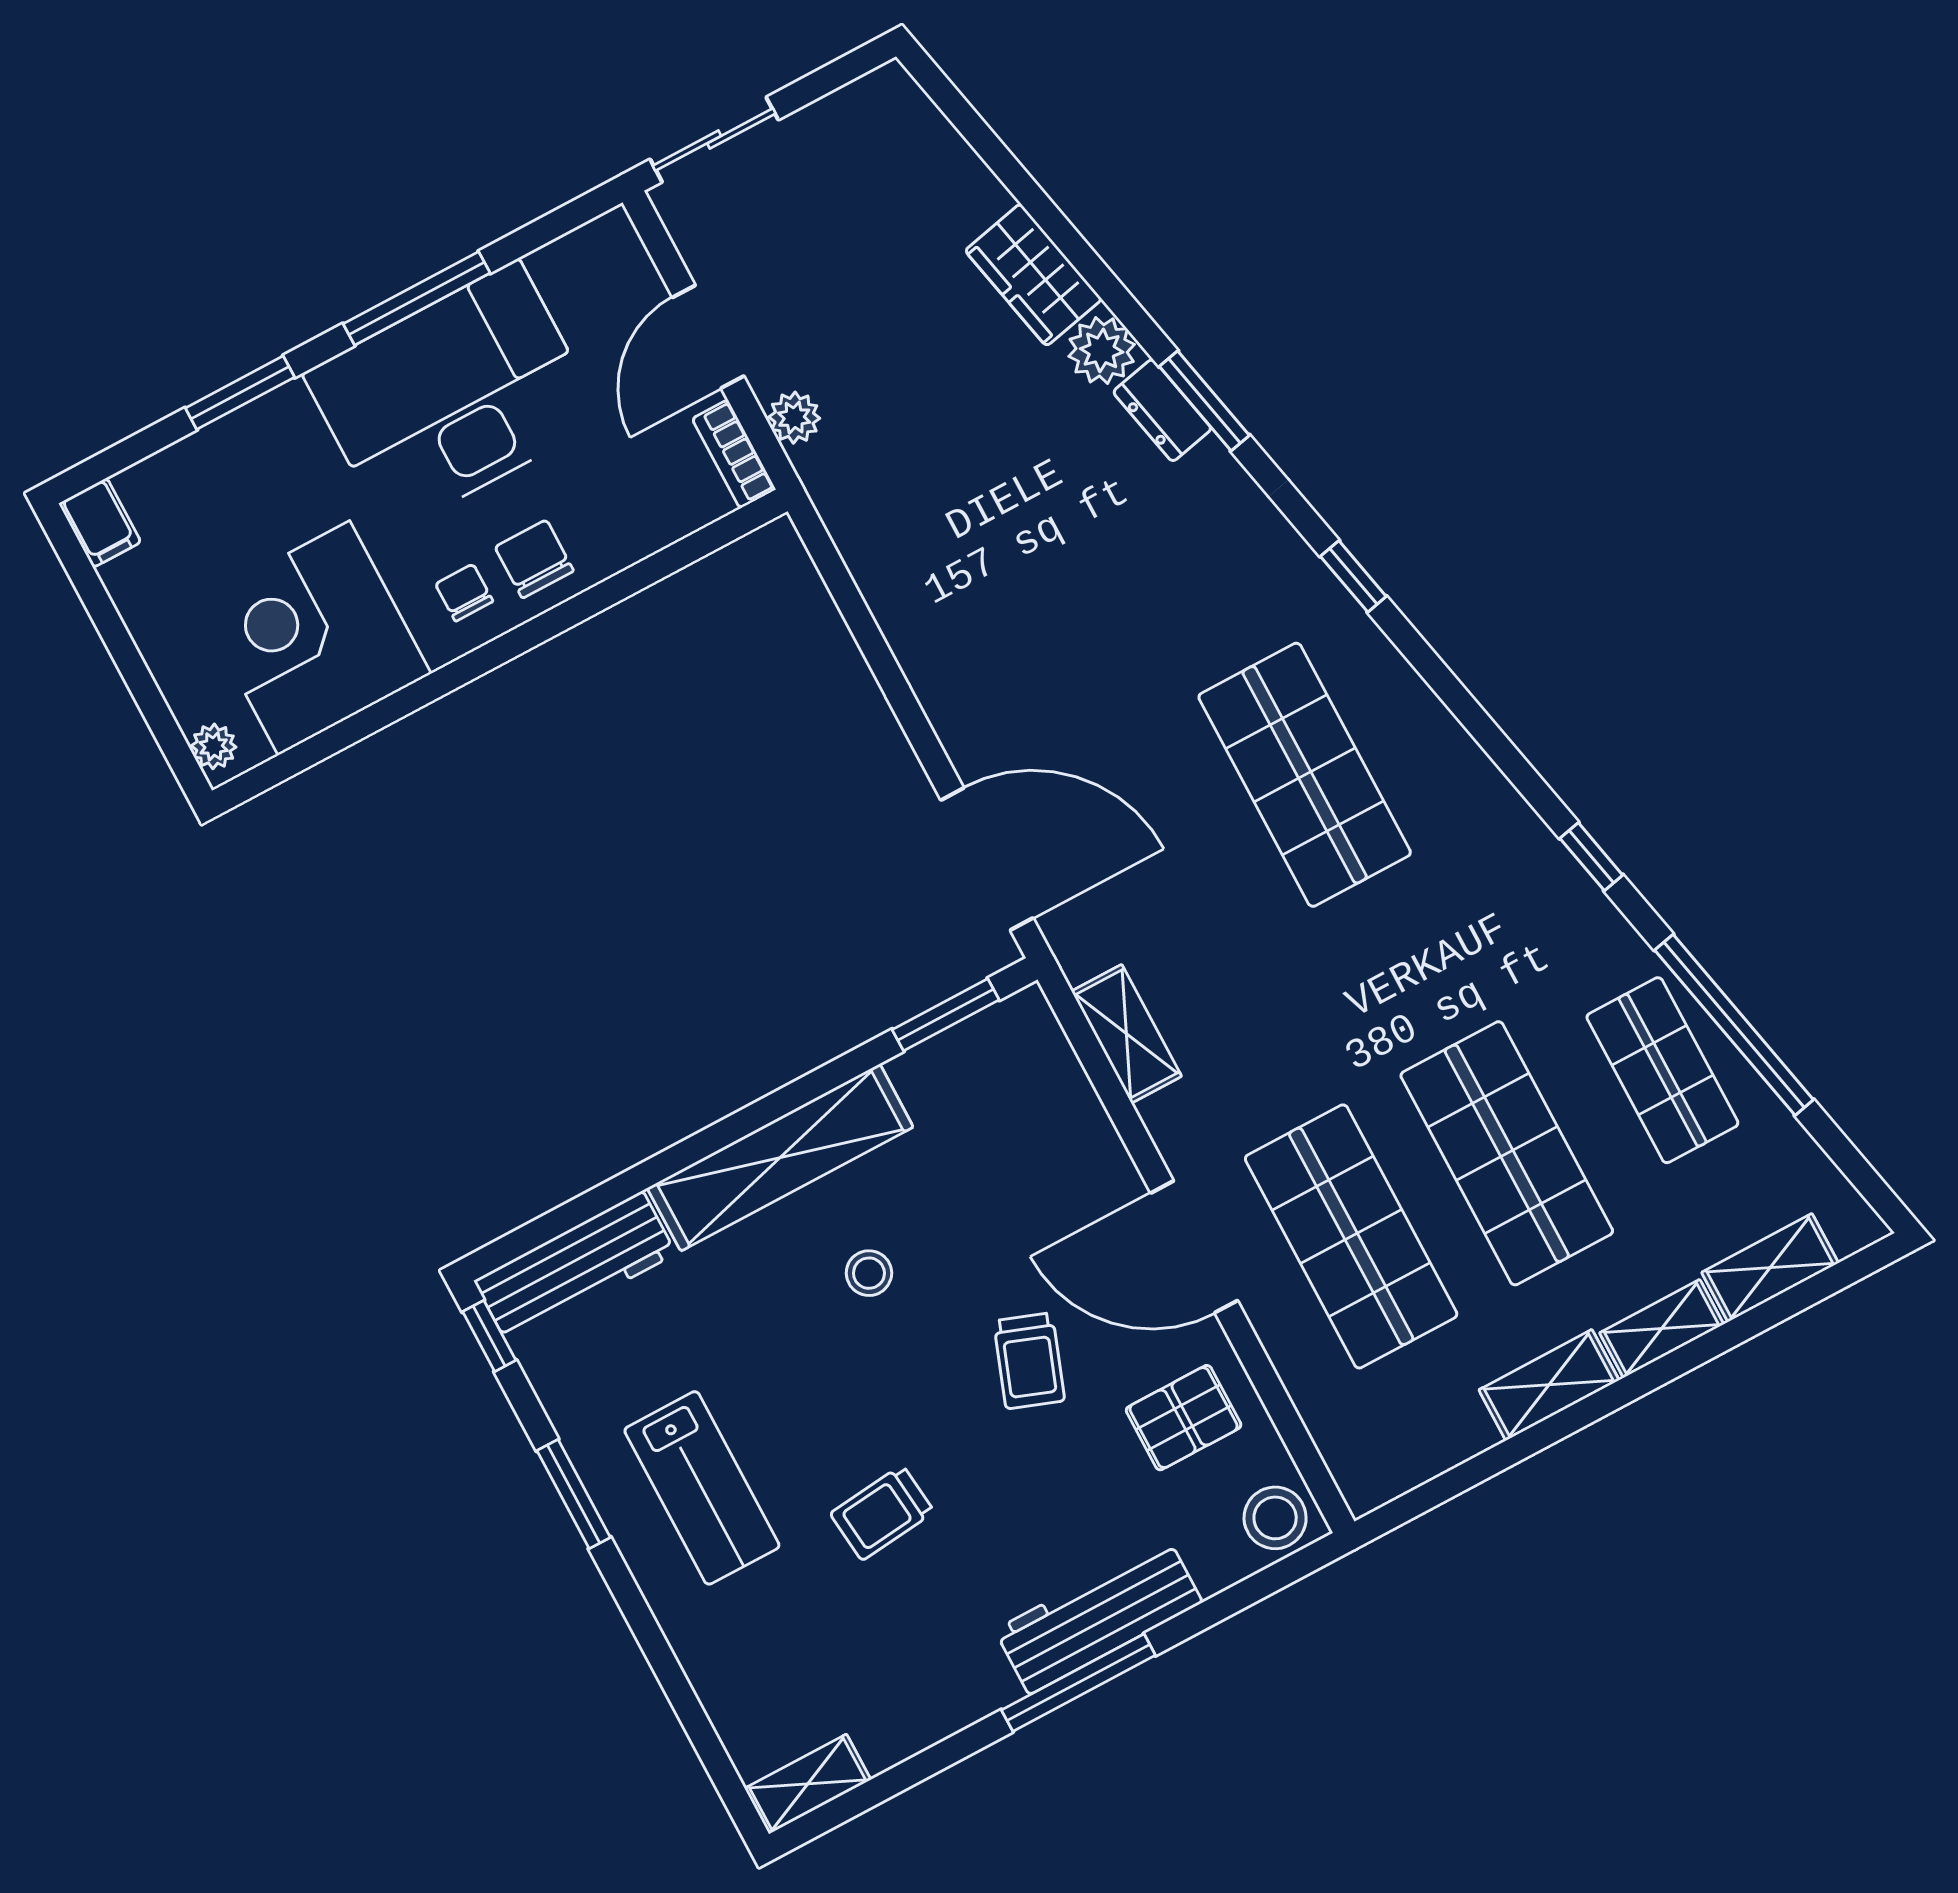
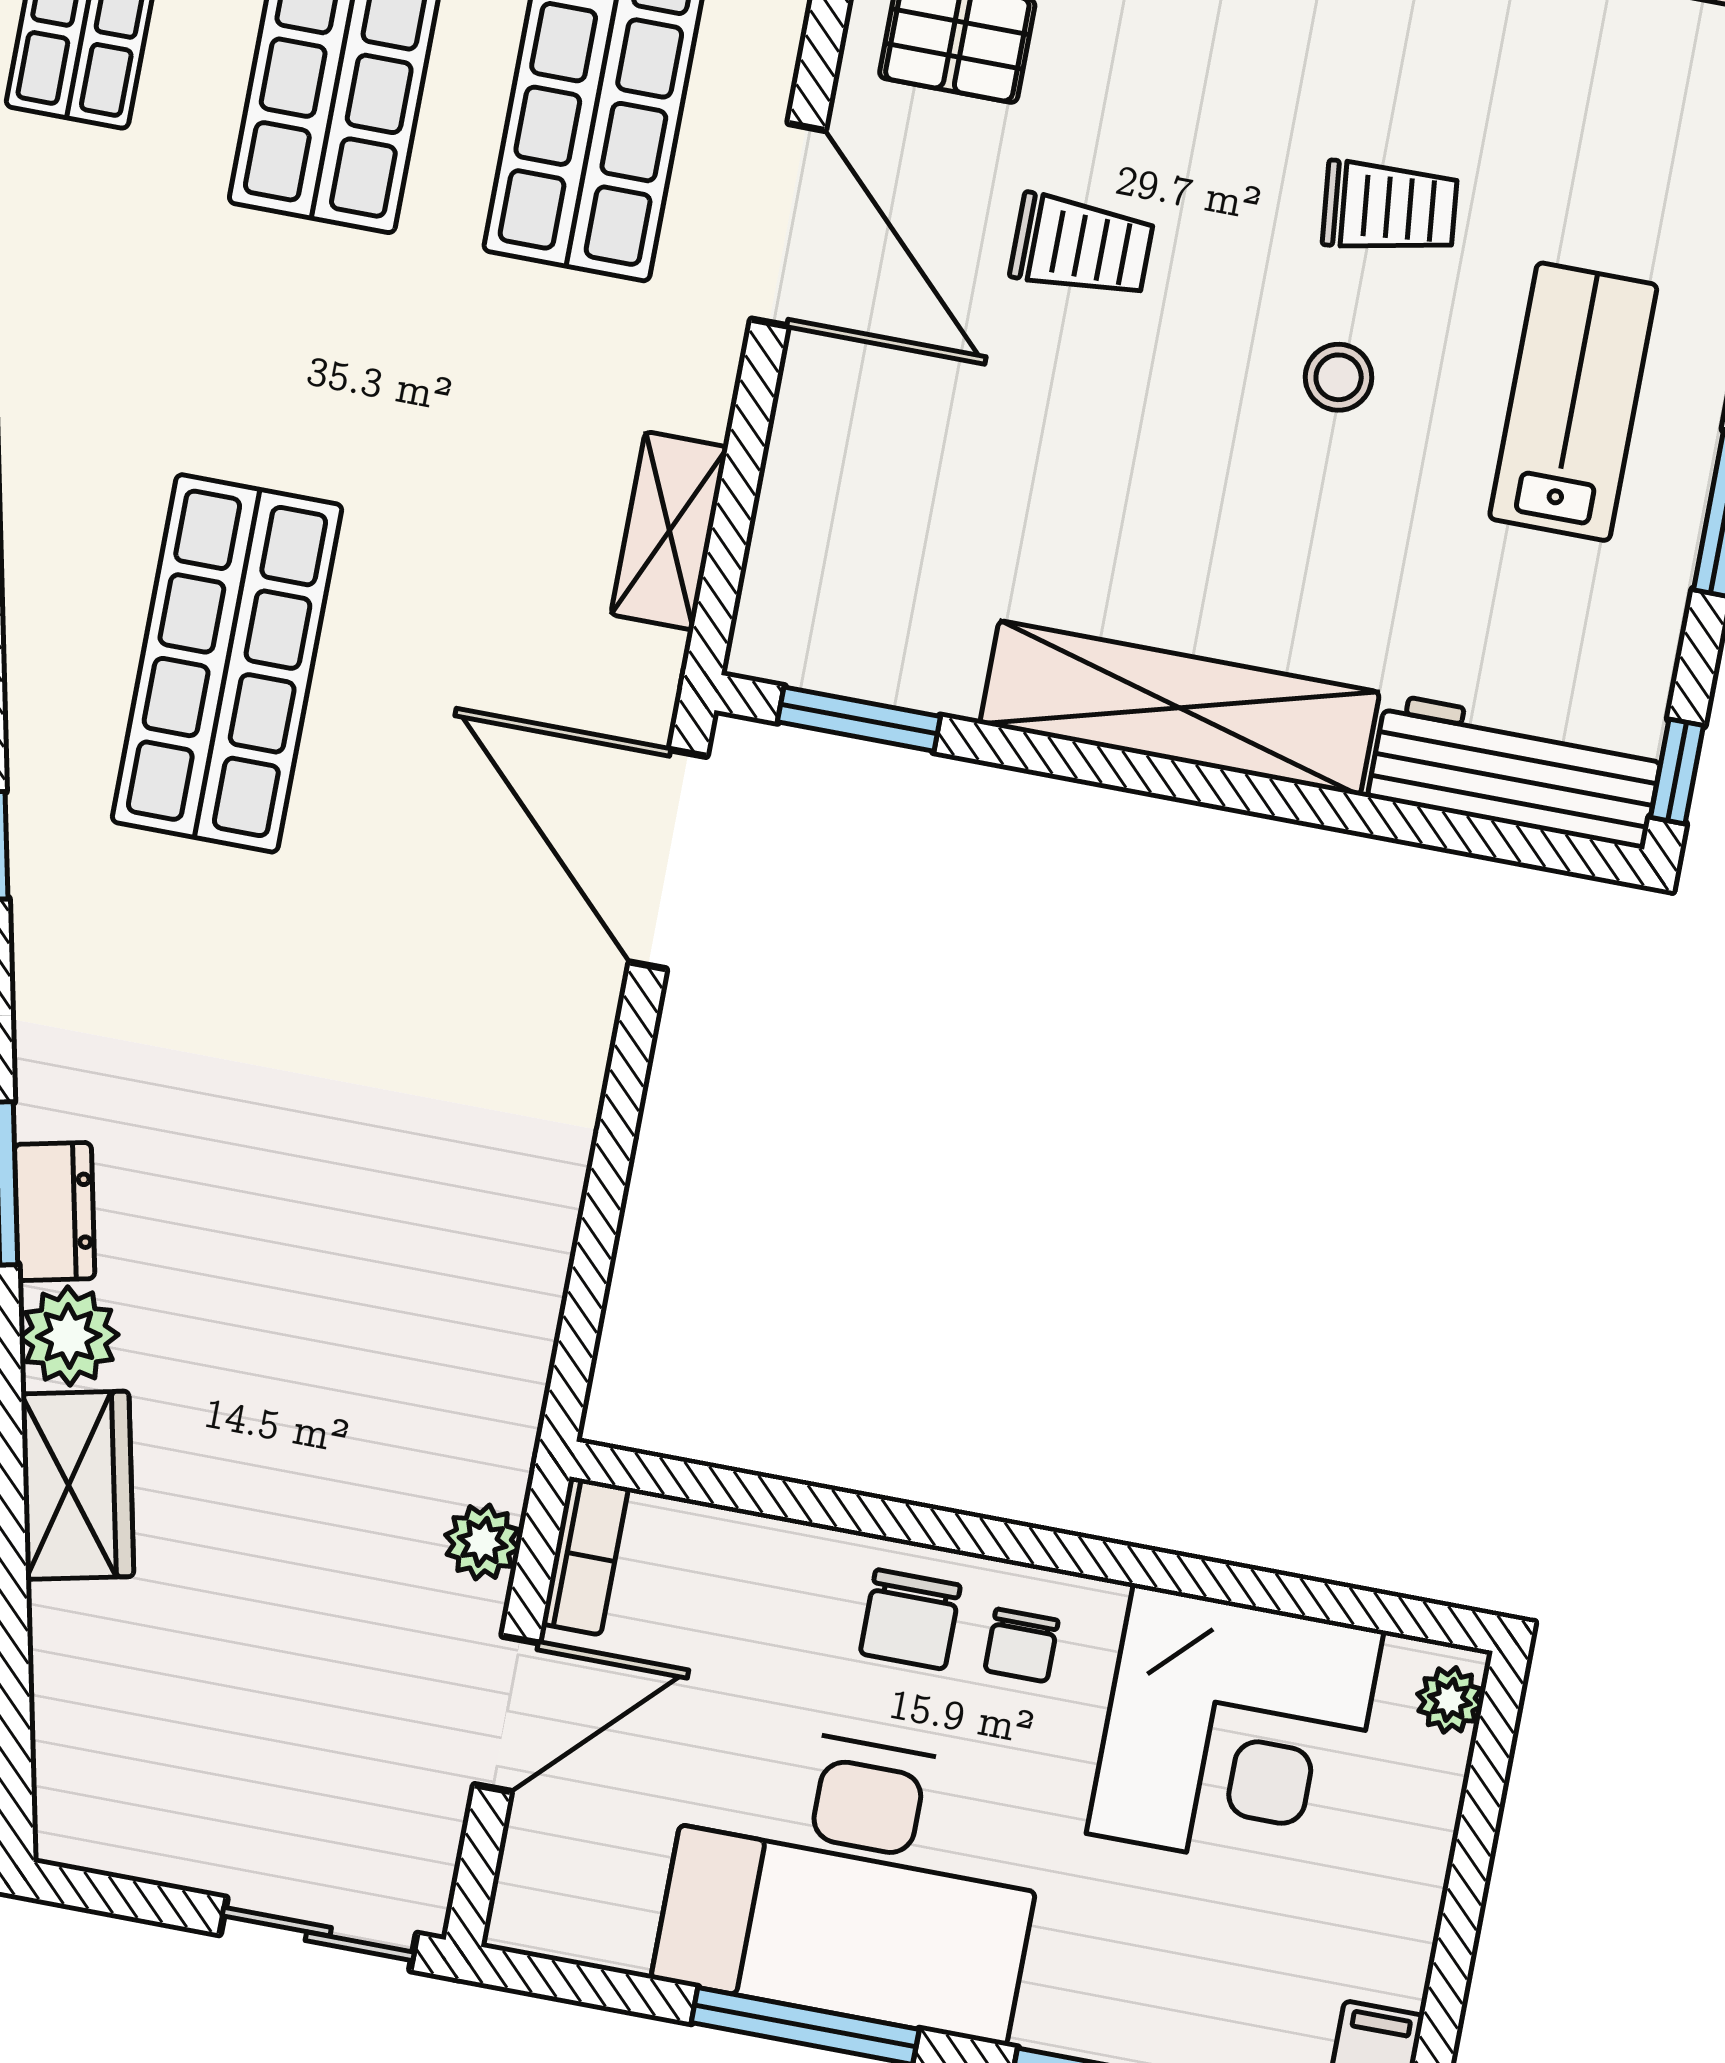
stool: (869, 1273) -> (1339, 377), moved
trolley: (1029, 1361) -> (1082, 246), turned 70

